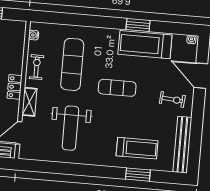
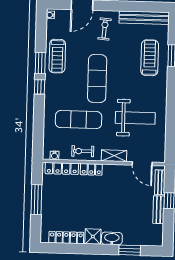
window: (111, 23) -> (40, 87), added
locker: (18, 42) -> (62, 169), added
treadmill: (145, 45) -> (57, 56), width x0.73, depth x0.73
locker: (15, 87) -> (91, 169), moved
exercise mat: (117, 88) -> (97, 79), width x1.36, depth x1.45

